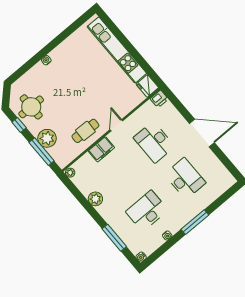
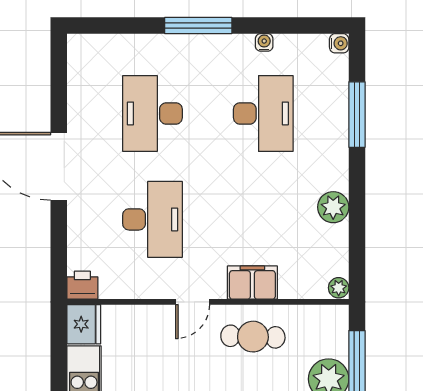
desk: (147, 211) -> (263, 113), turned -90

